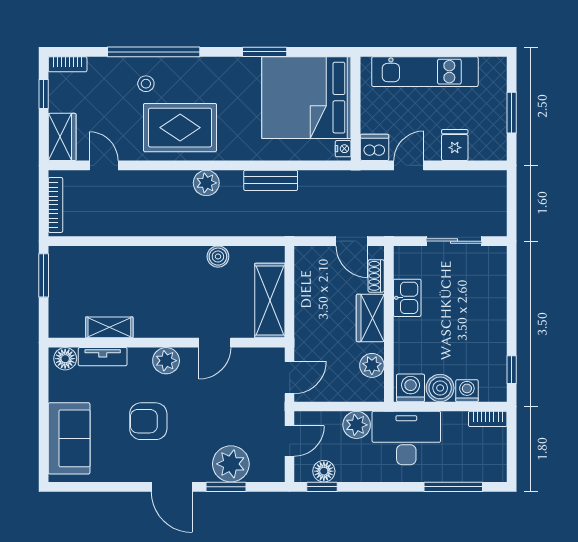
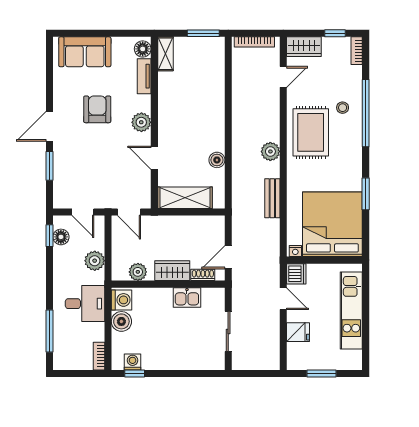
shelving: (109, 327) -> (165, 54), moved
washing machine: (467, 391) -> (133, 362), moved, turned -90
desk: (406, 438) -> (85, 304), width x0.73
plant: (231, 464) -> (66, 169), removed

